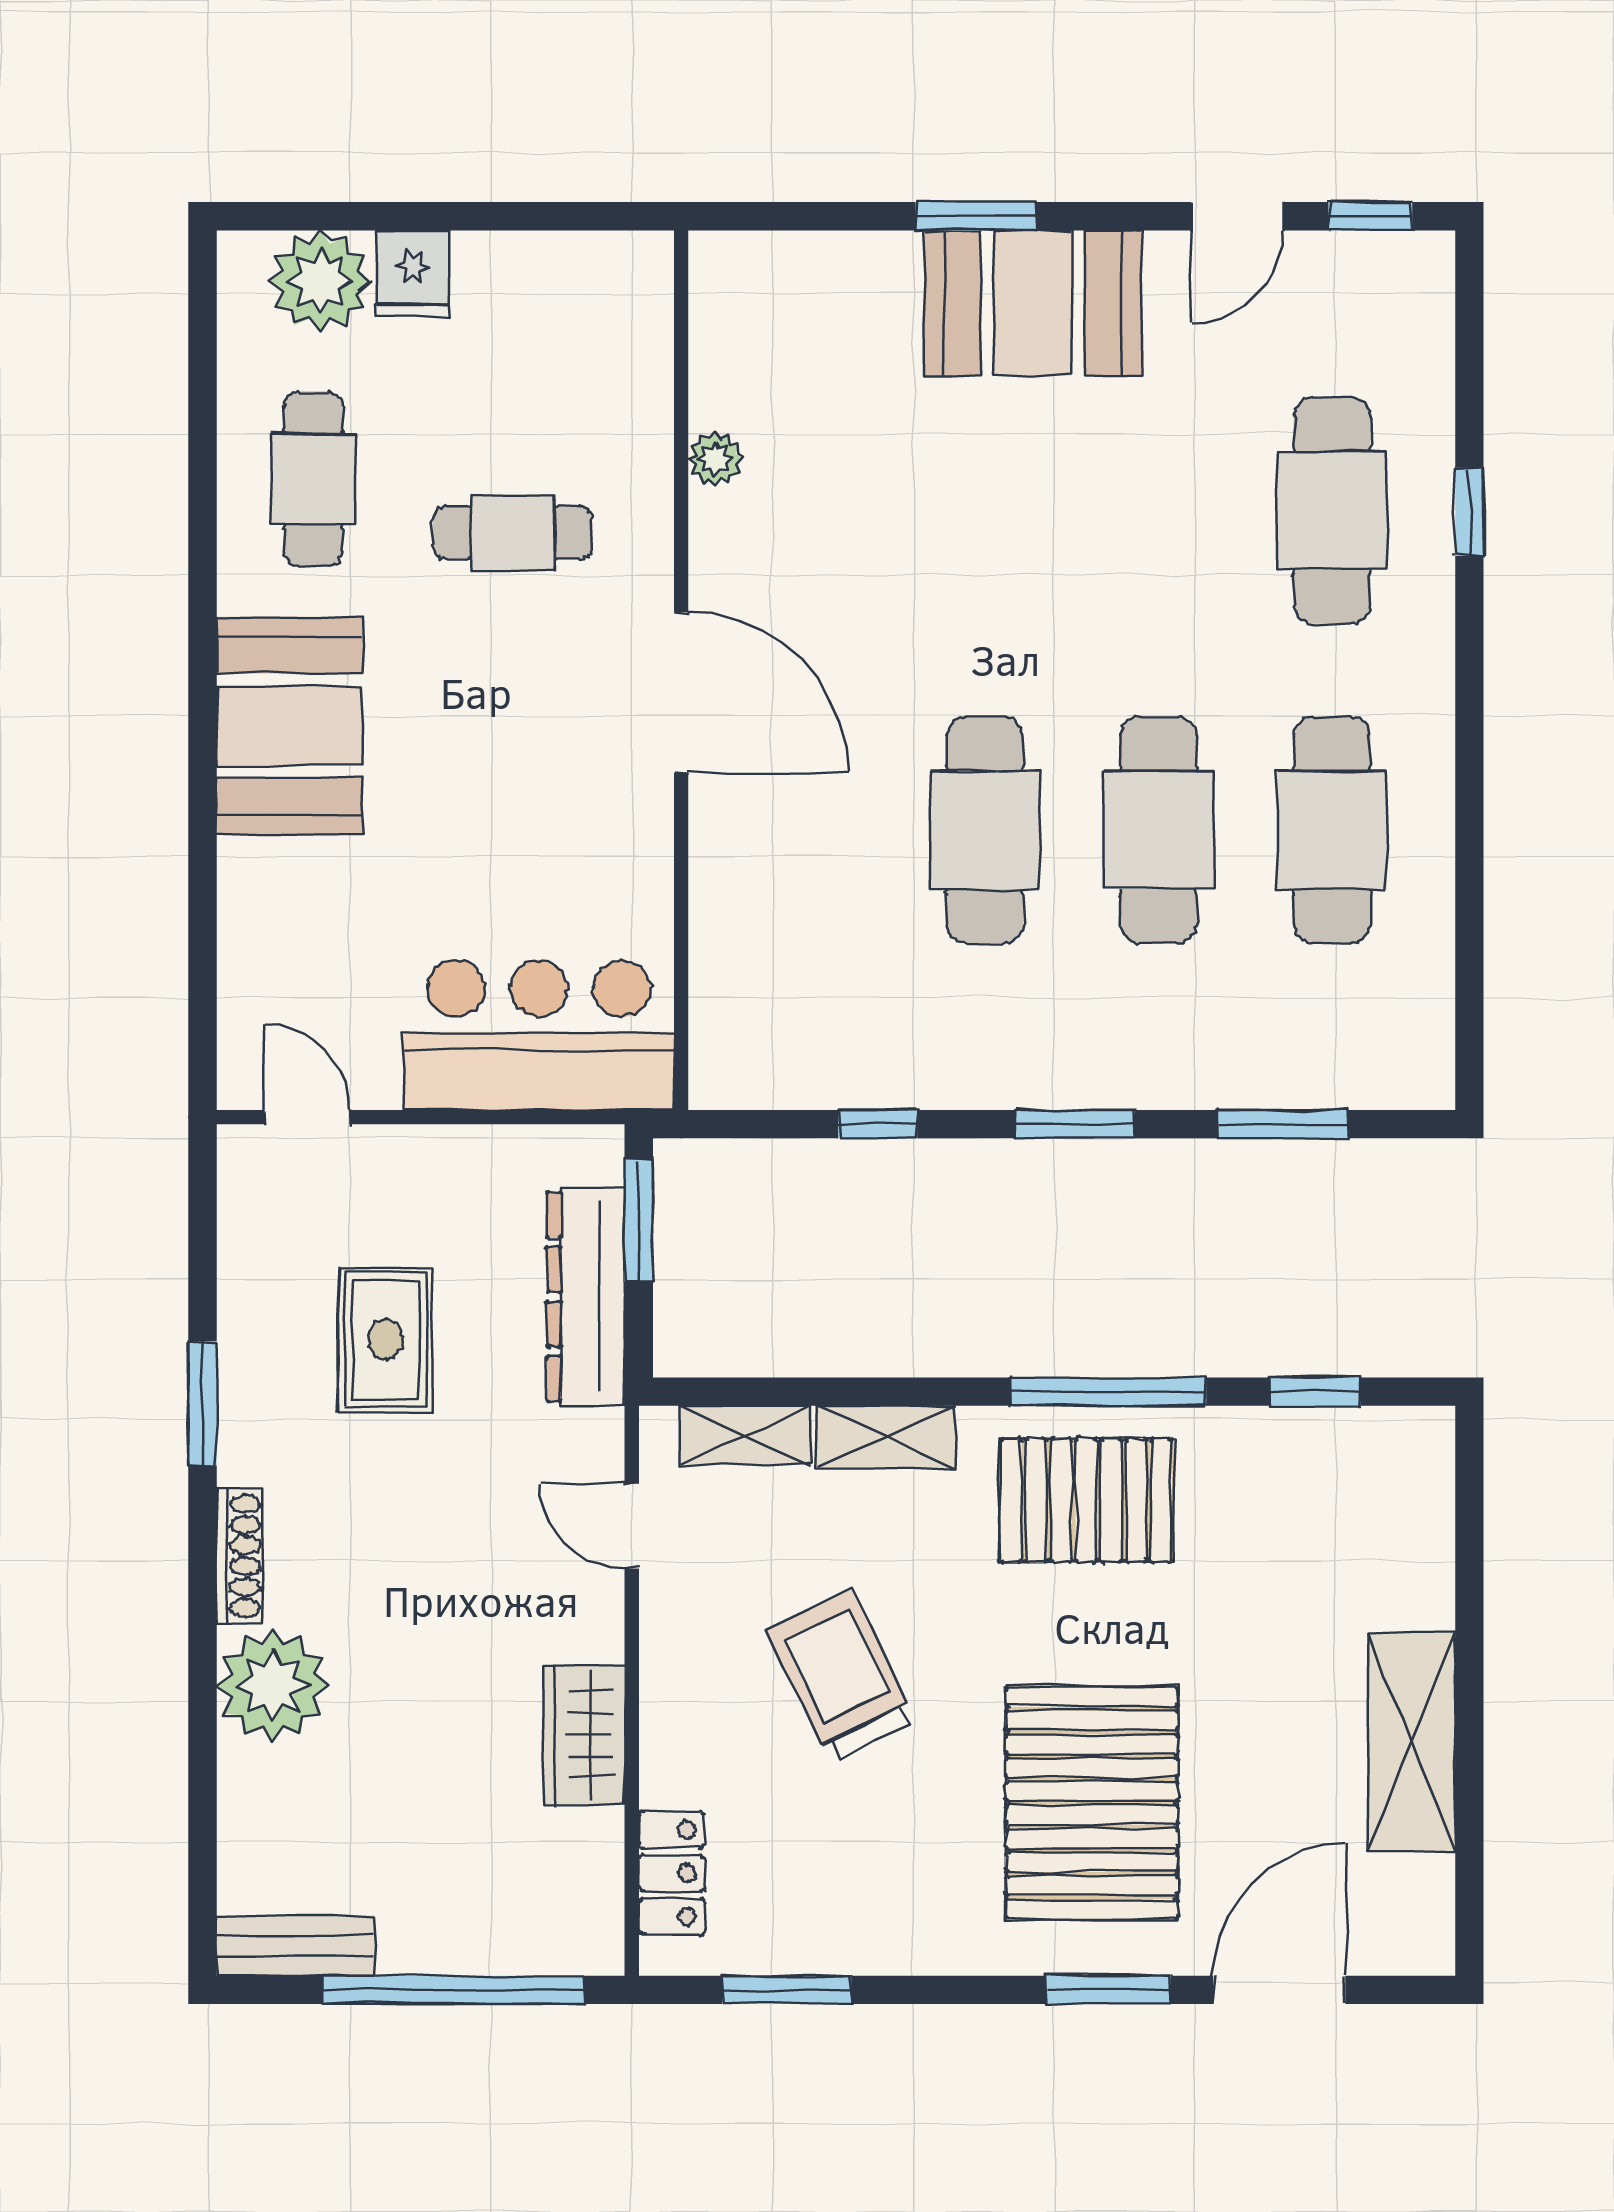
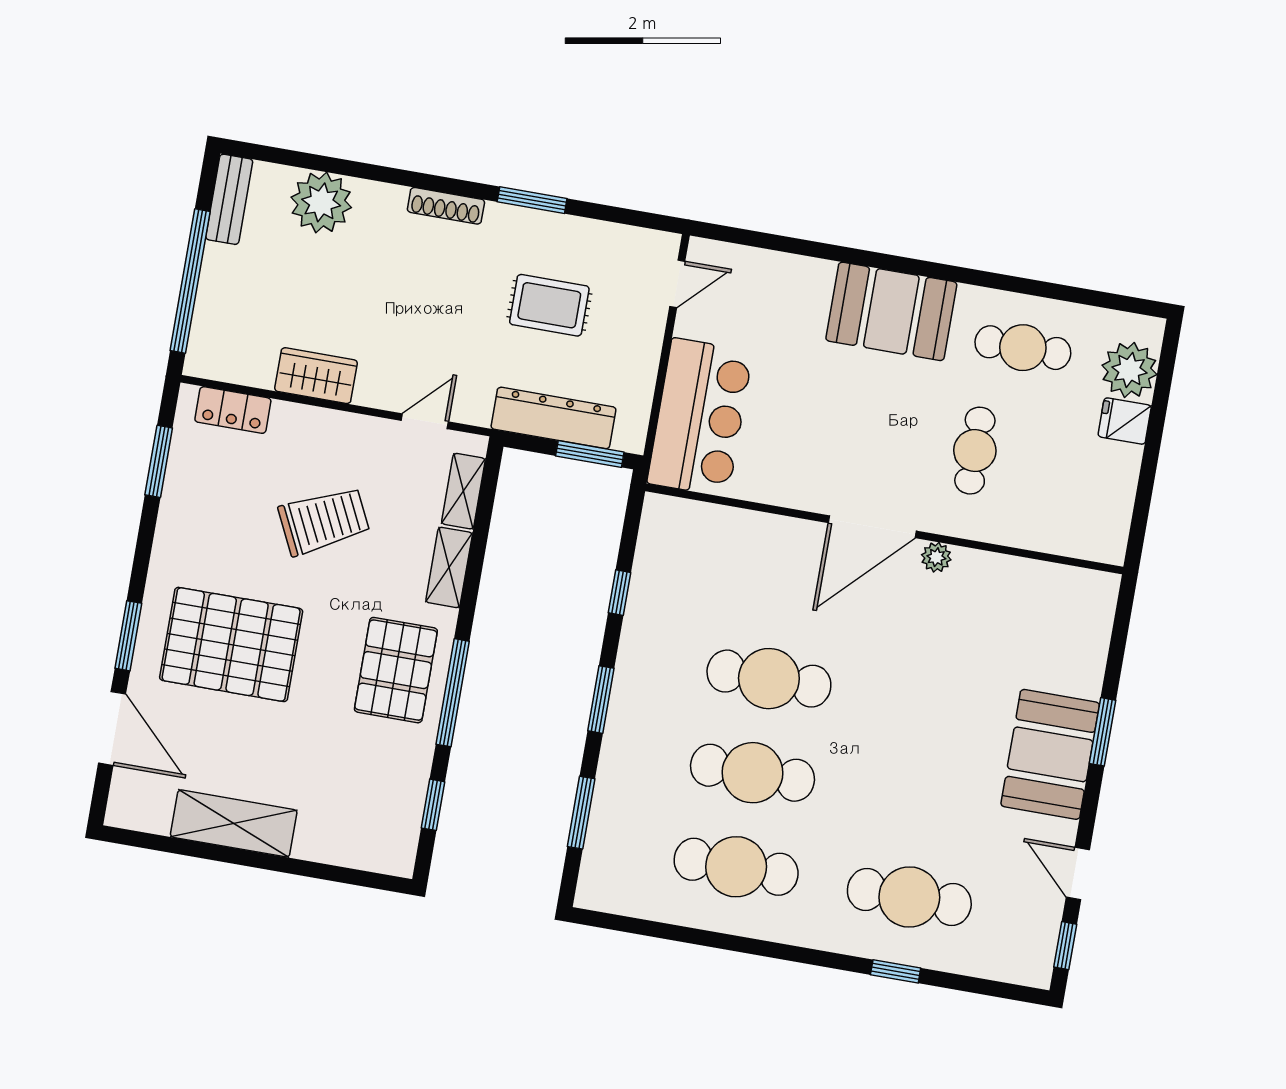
plant: (715, 459) -> (936, 557), moved
plant: (273, 1685) -> (321, 202), moved

